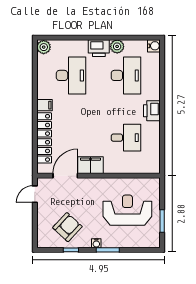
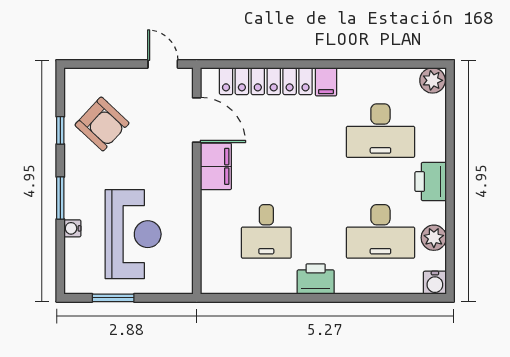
plant: (117, 46) -> (434, 238), moved
water cooler: (96, 243) -> (72, 228), moved

